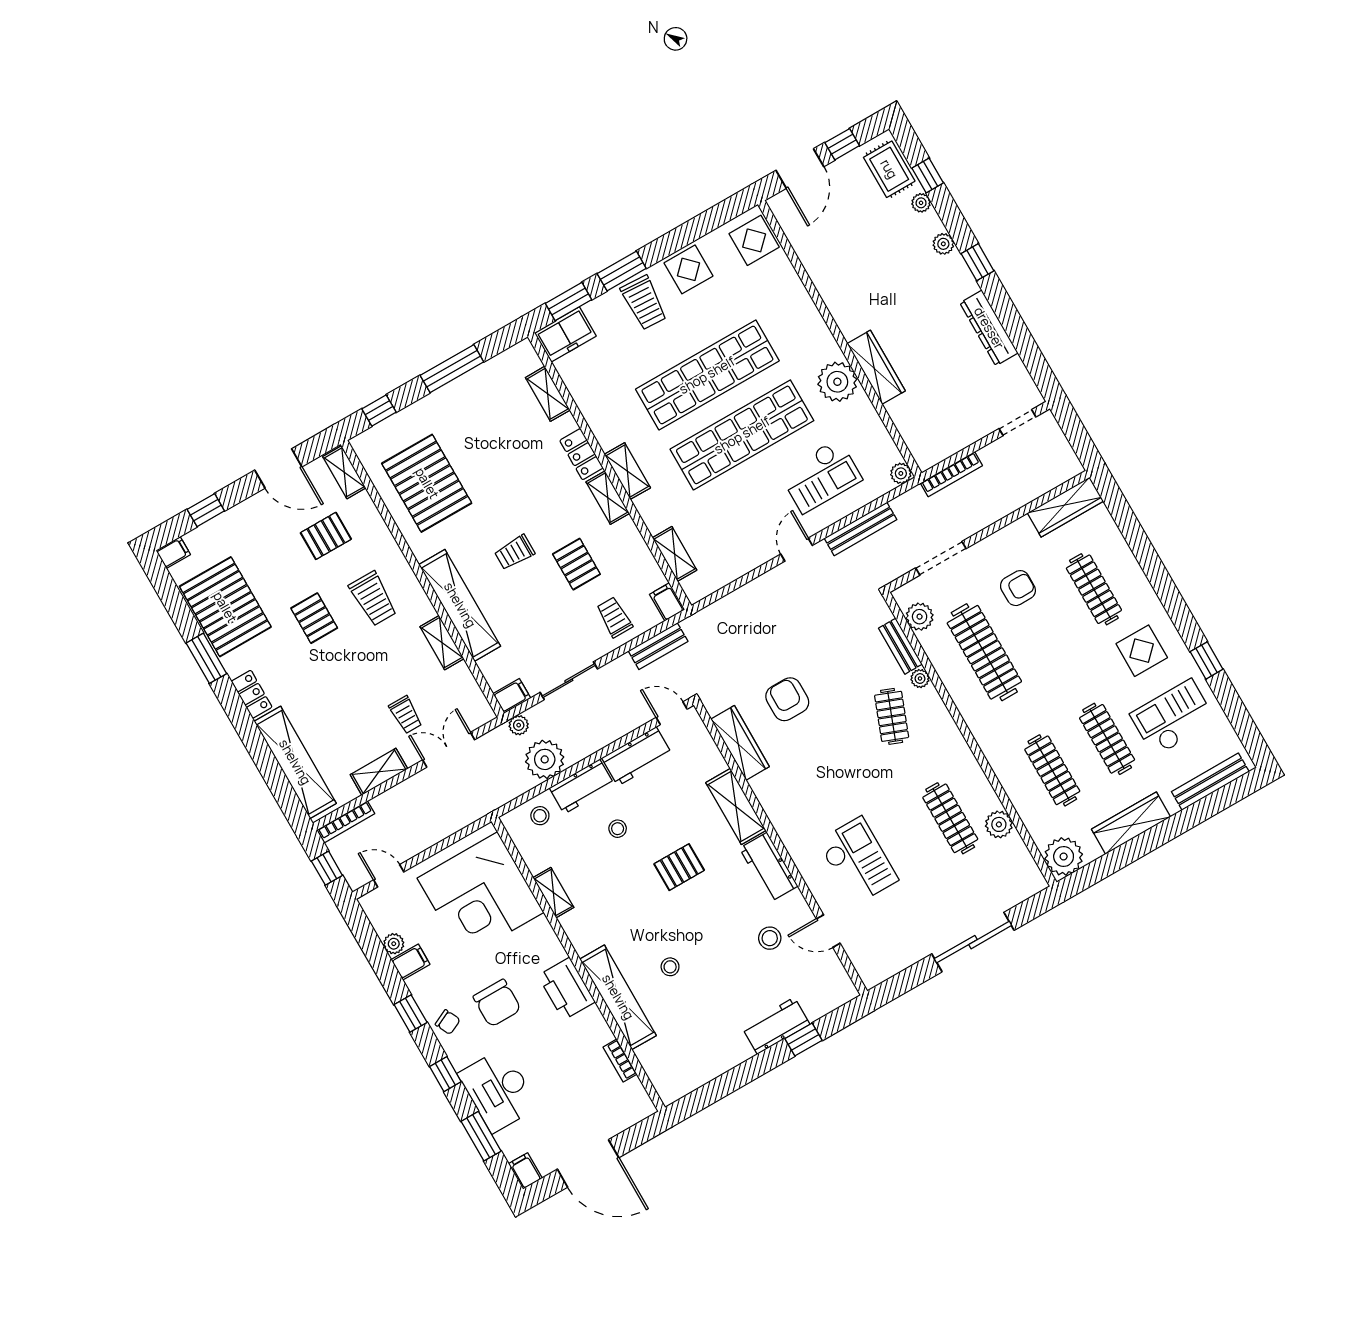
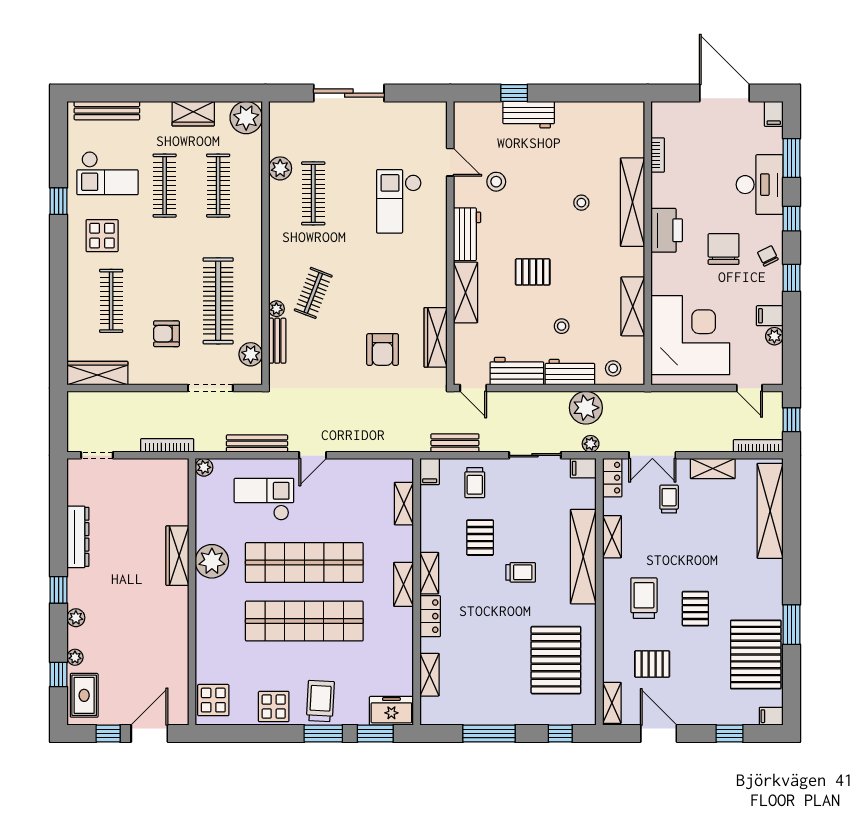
locker: (252, 694) -> (612, 478), moved, turned 180
wardrobe: (1131, 823) -> (193, 114), width x0.67
shelving: (553, 893) -> (633, 306), width x1.50, depth x1.33

